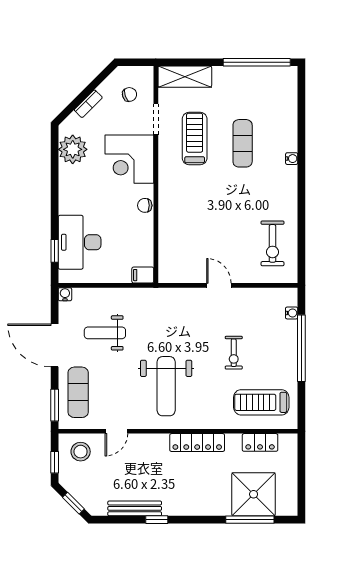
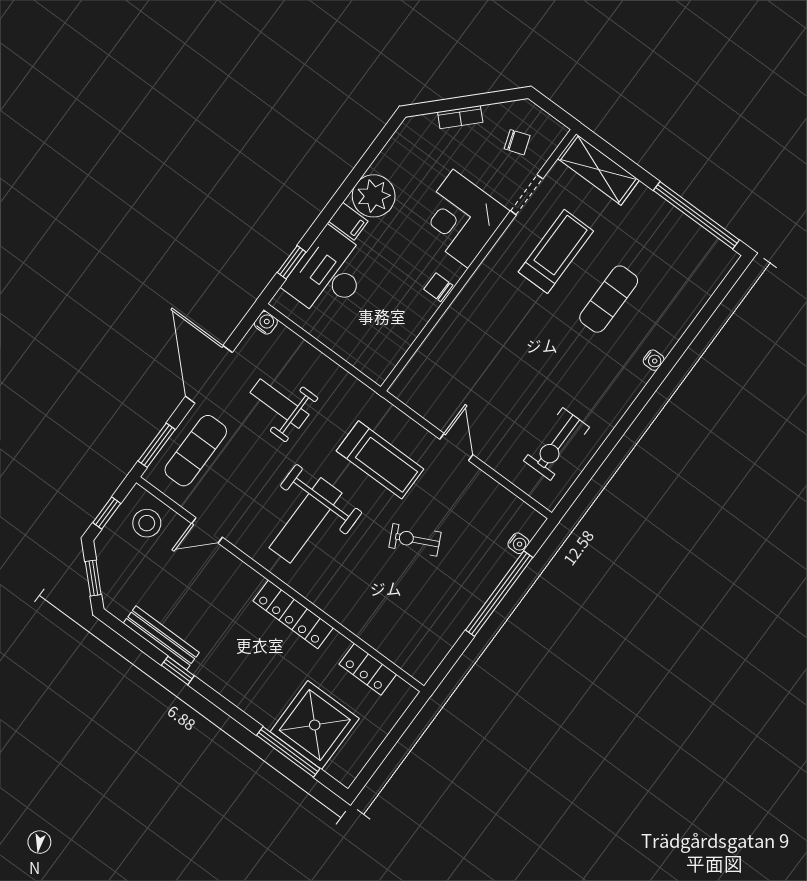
plant: (73, 149) -> (374, 196), moved
filing cabinet: (143, 275) -> (348, 221), moved, turned 180
exercise bike: (234, 353) -> (415, 540), turned 64
treadmill: (261, 402) -> (380, 460), moved, turned 180

